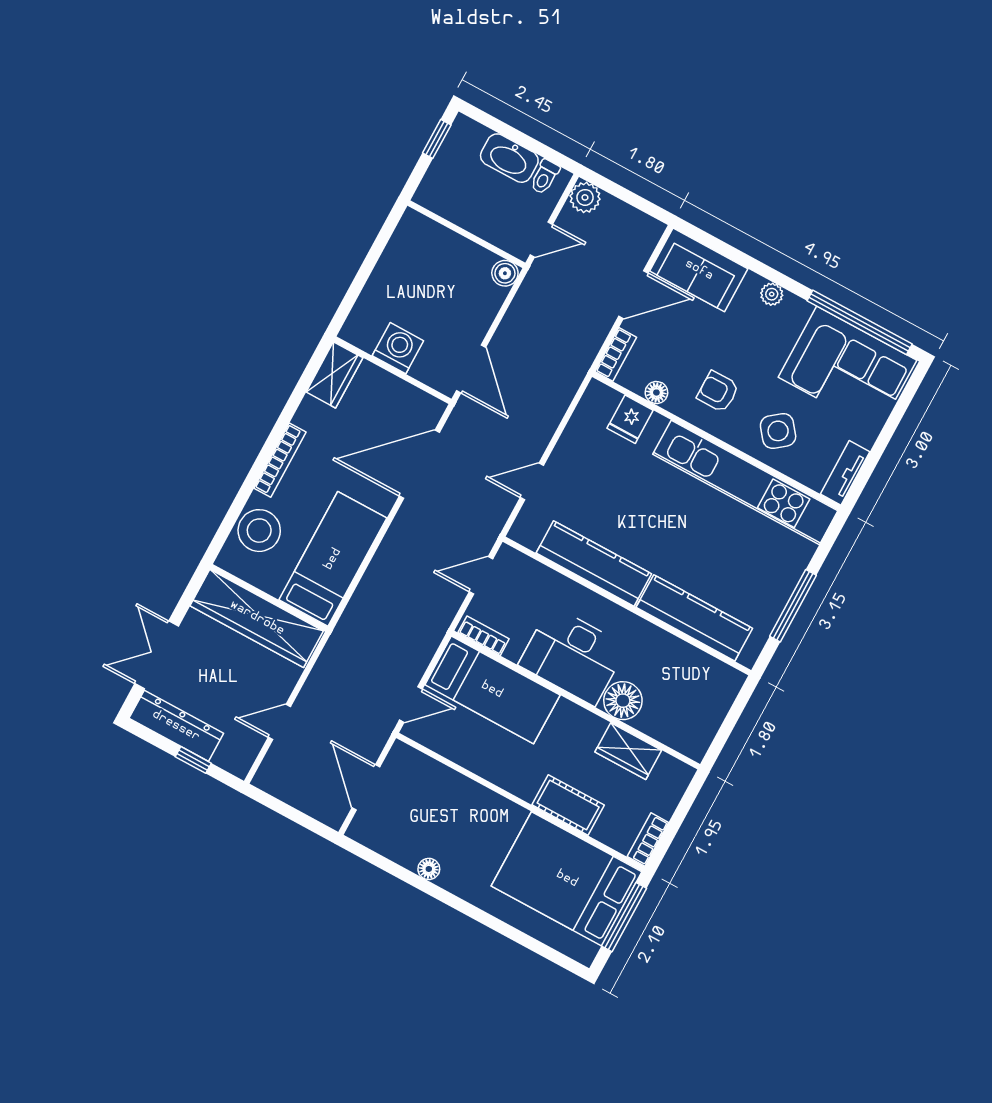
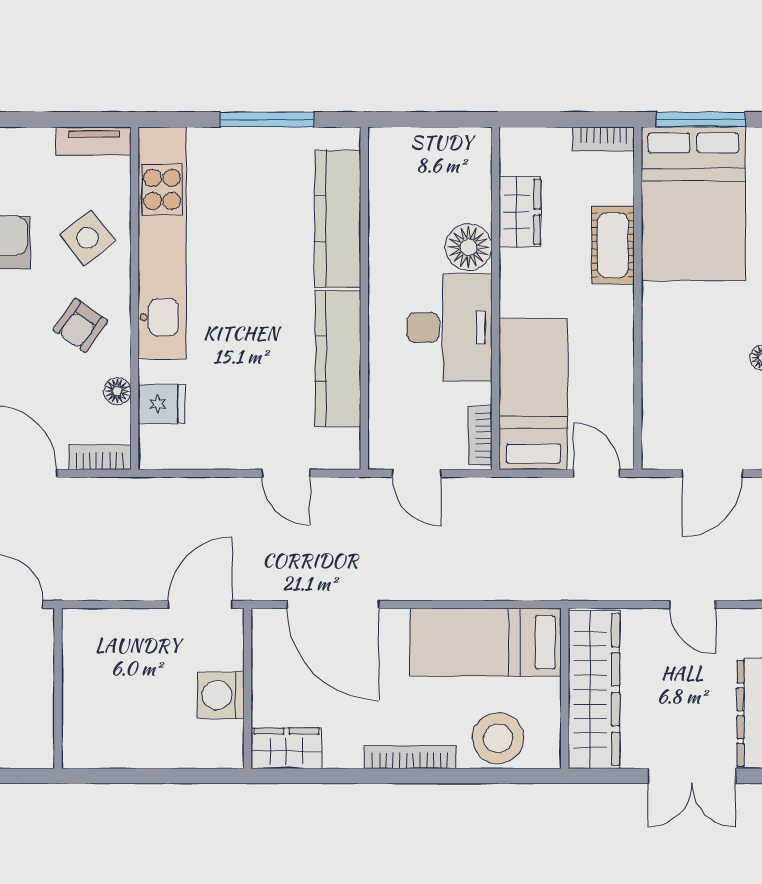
boiler: (505, 273) -> (77, 624), removed
armchair: (718, 392) -> (80, 325), turned 35

